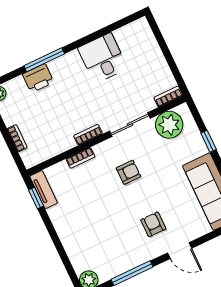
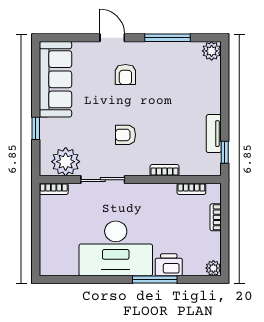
desk: (103, 58) -> (116, 248), width x1.87, depth x1.30
bookcase: (88, 135) -> (191, 189), moved
tv unit: (44, 190) -> (214, 134), moved

